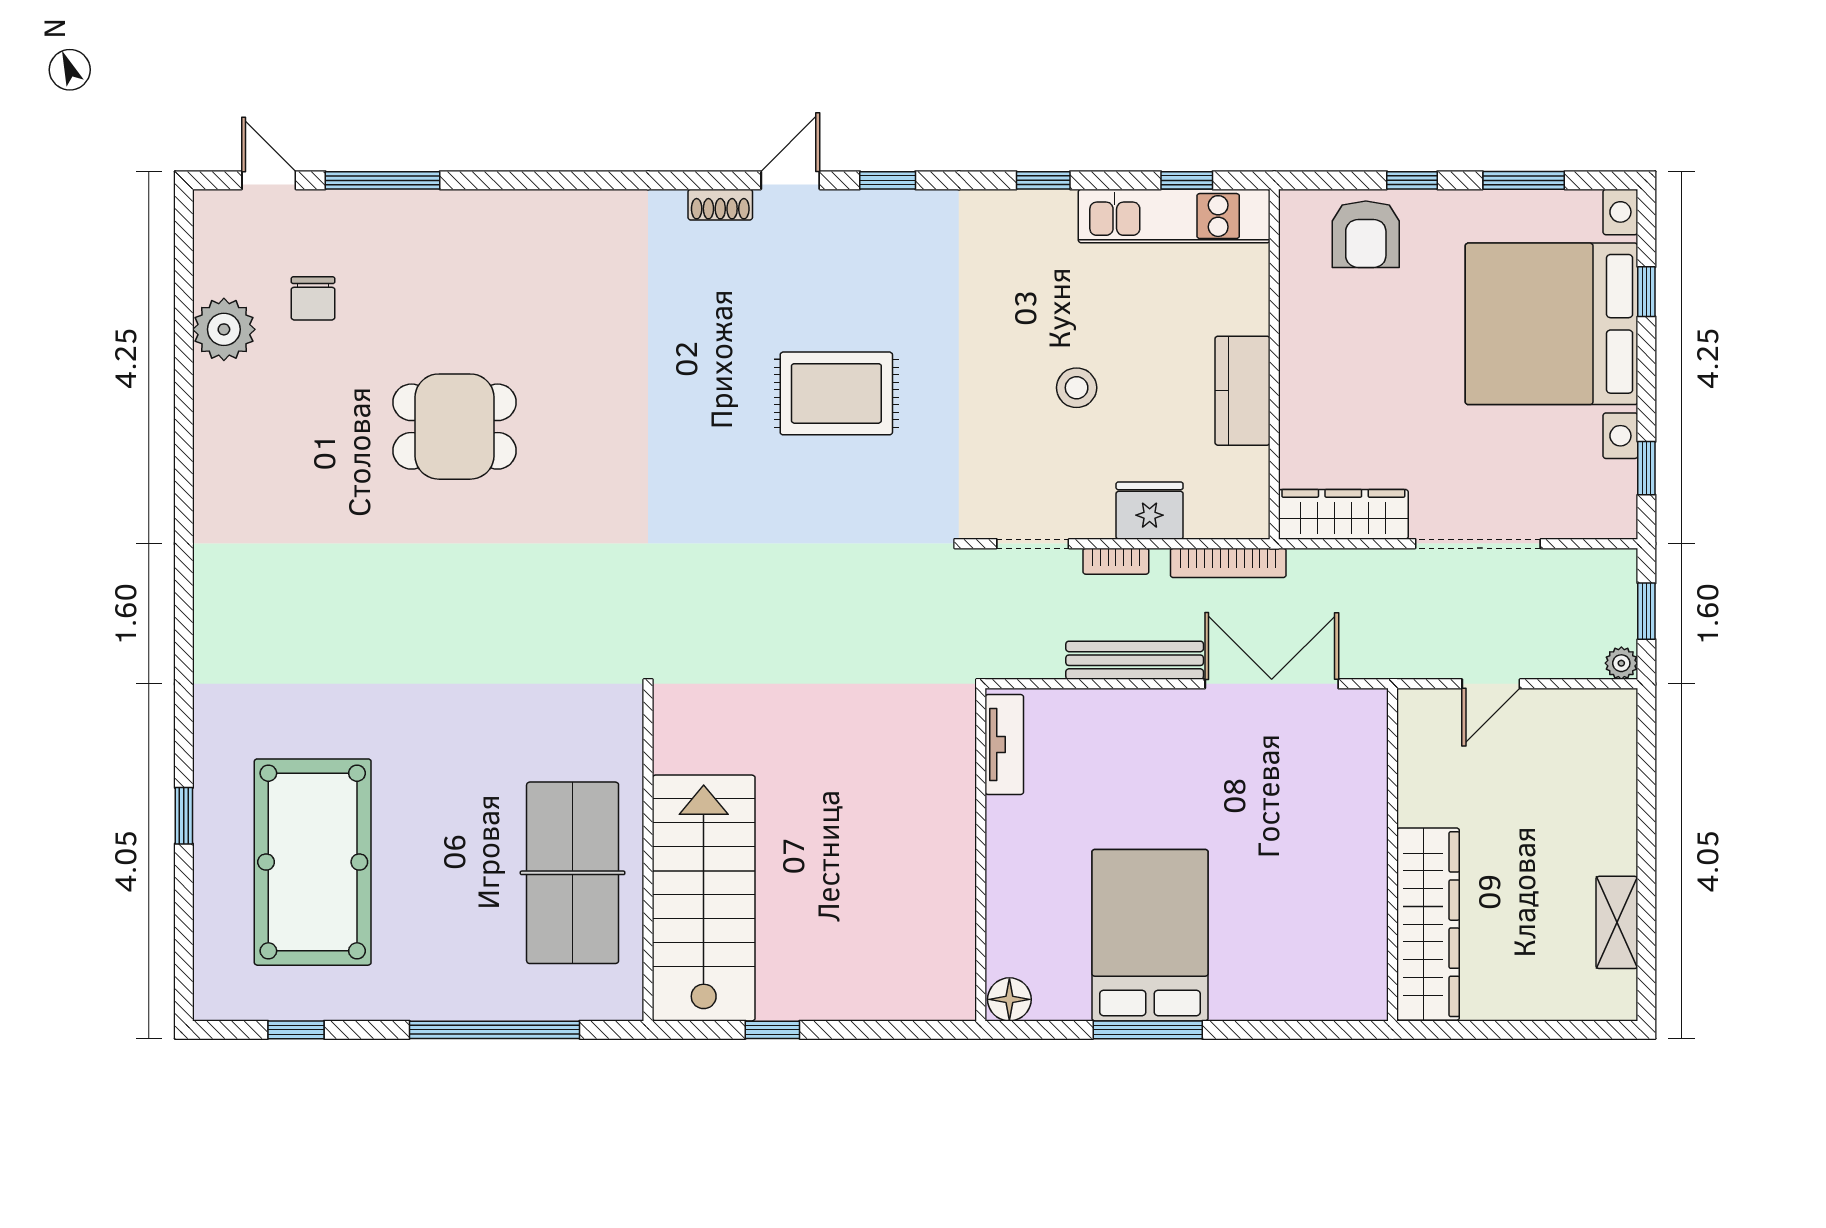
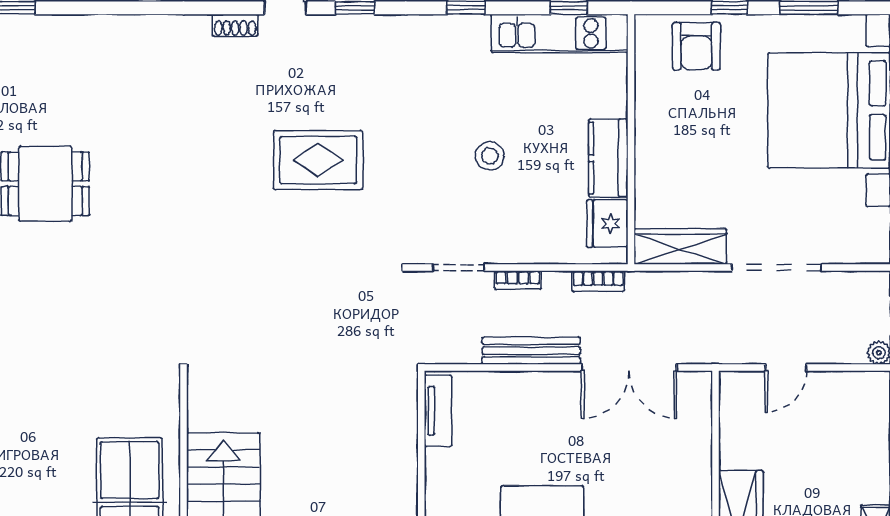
fridge: (1150, 511) -> (607, 224), moved, turned -90
bookcase: (1228, 563) -> (598, 281), width x0.64
double door: (1272, 684) -> (629, 368), swing flipped

